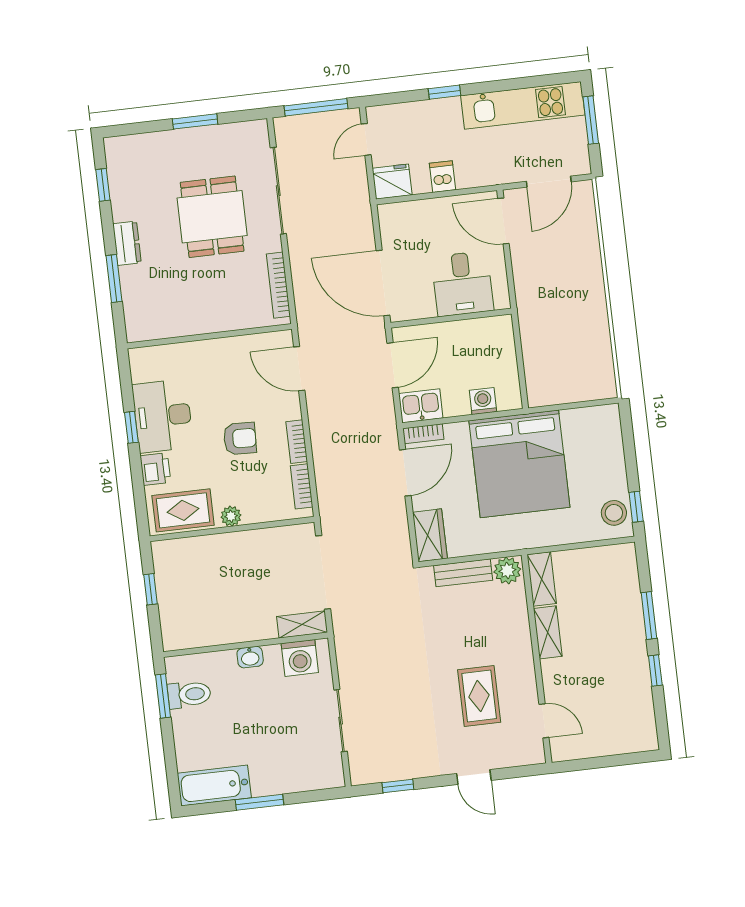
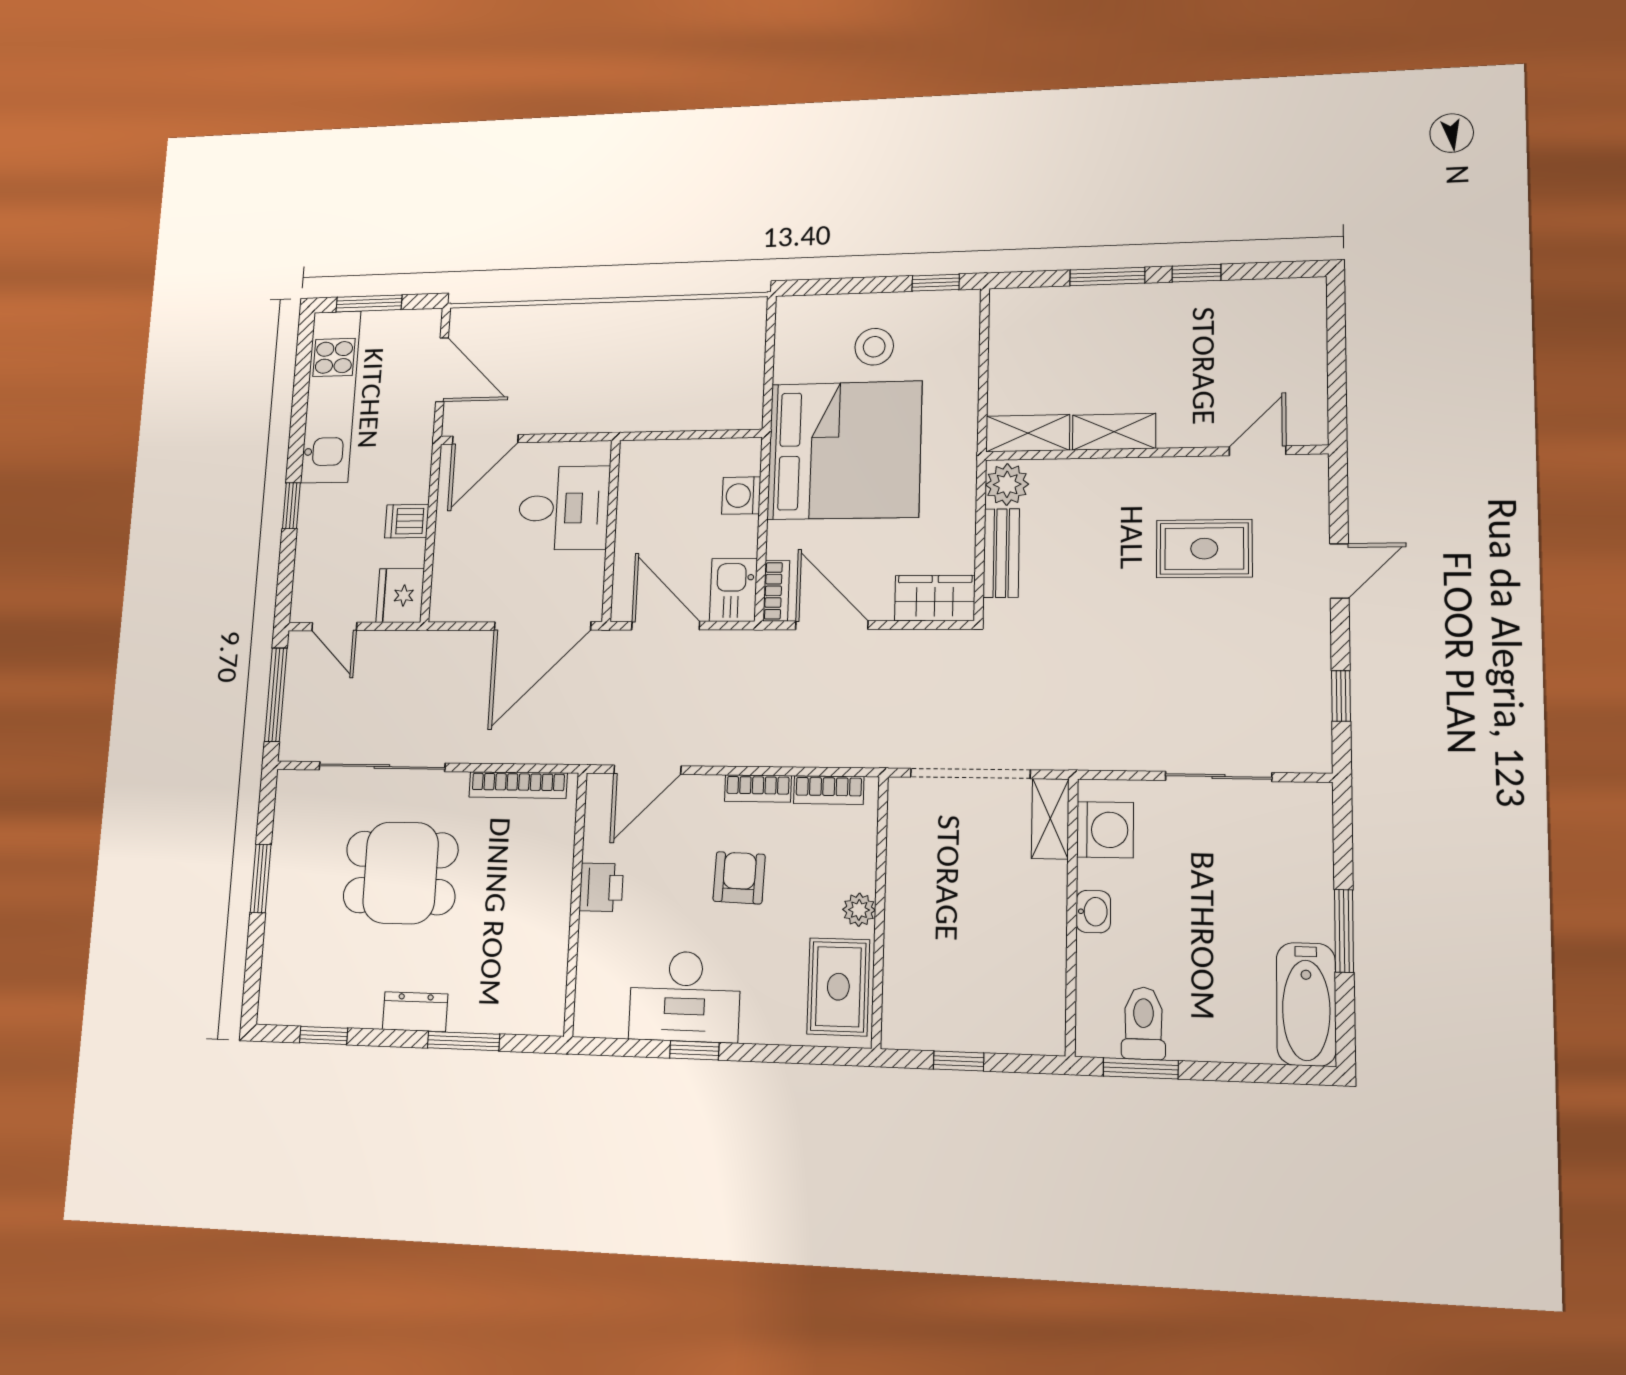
printer: (155, 469) -> (601, 887), moved, turned 90
stool: (614, 513) -> (874, 347), moved

